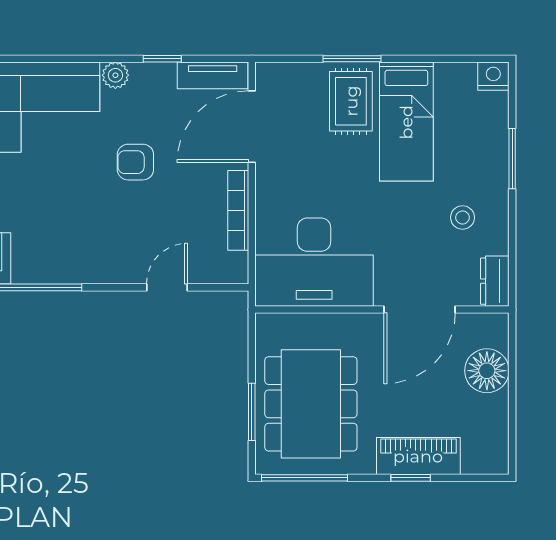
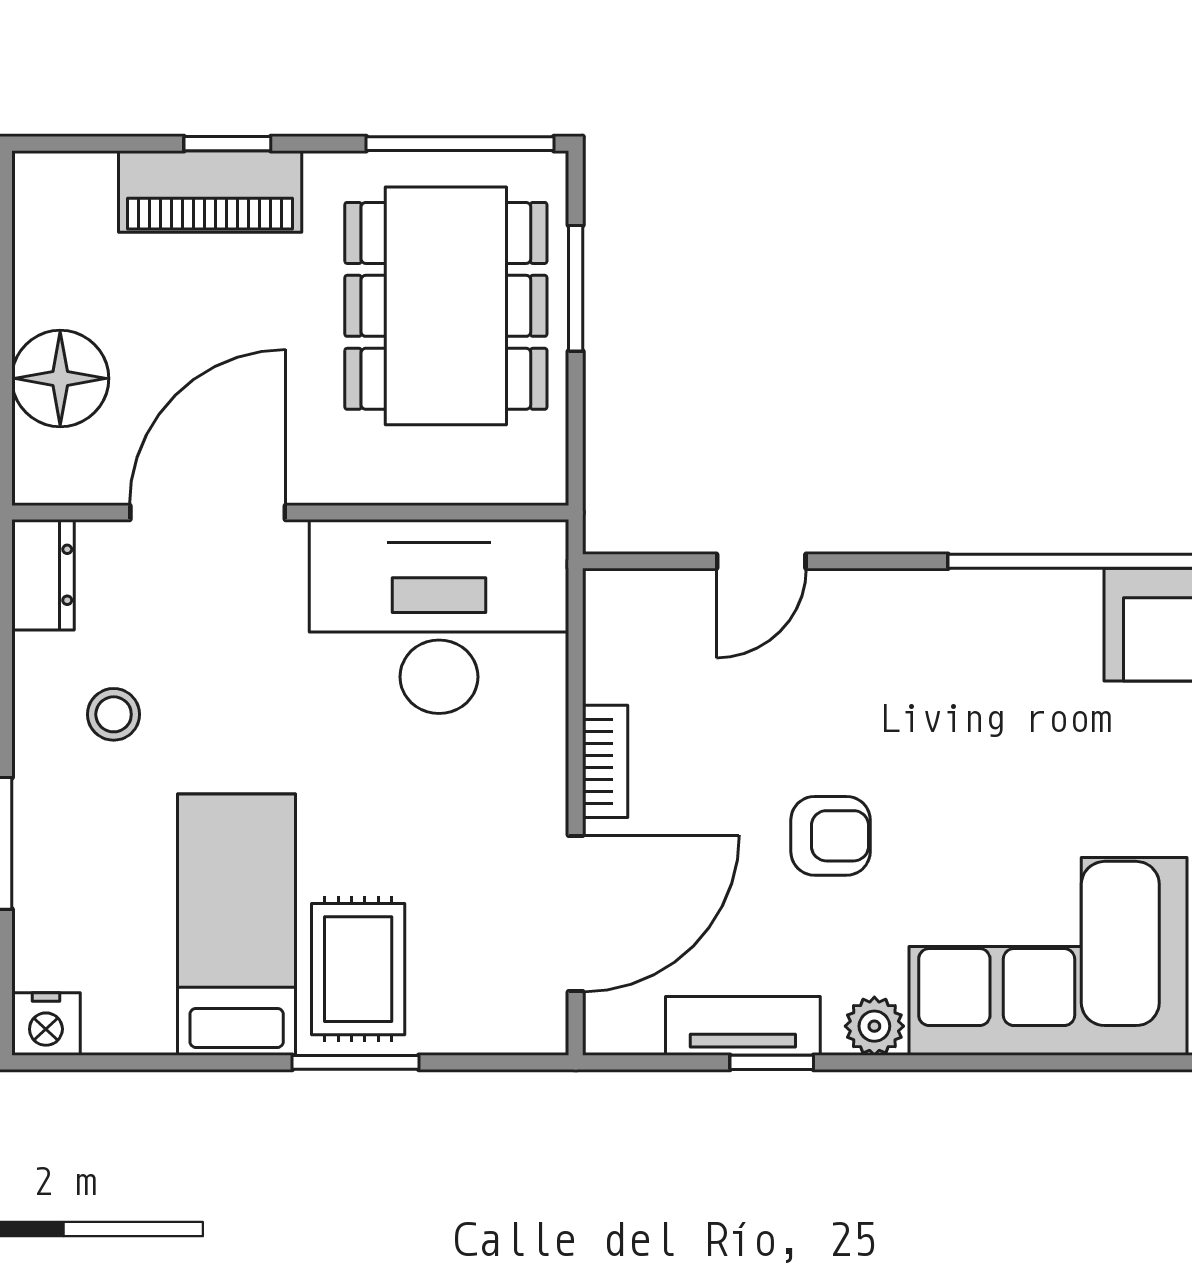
tv unit: (213, 75) -> (743, 1026), moved
bookcase: (238, 210) -> (605, 761), width x0.64

